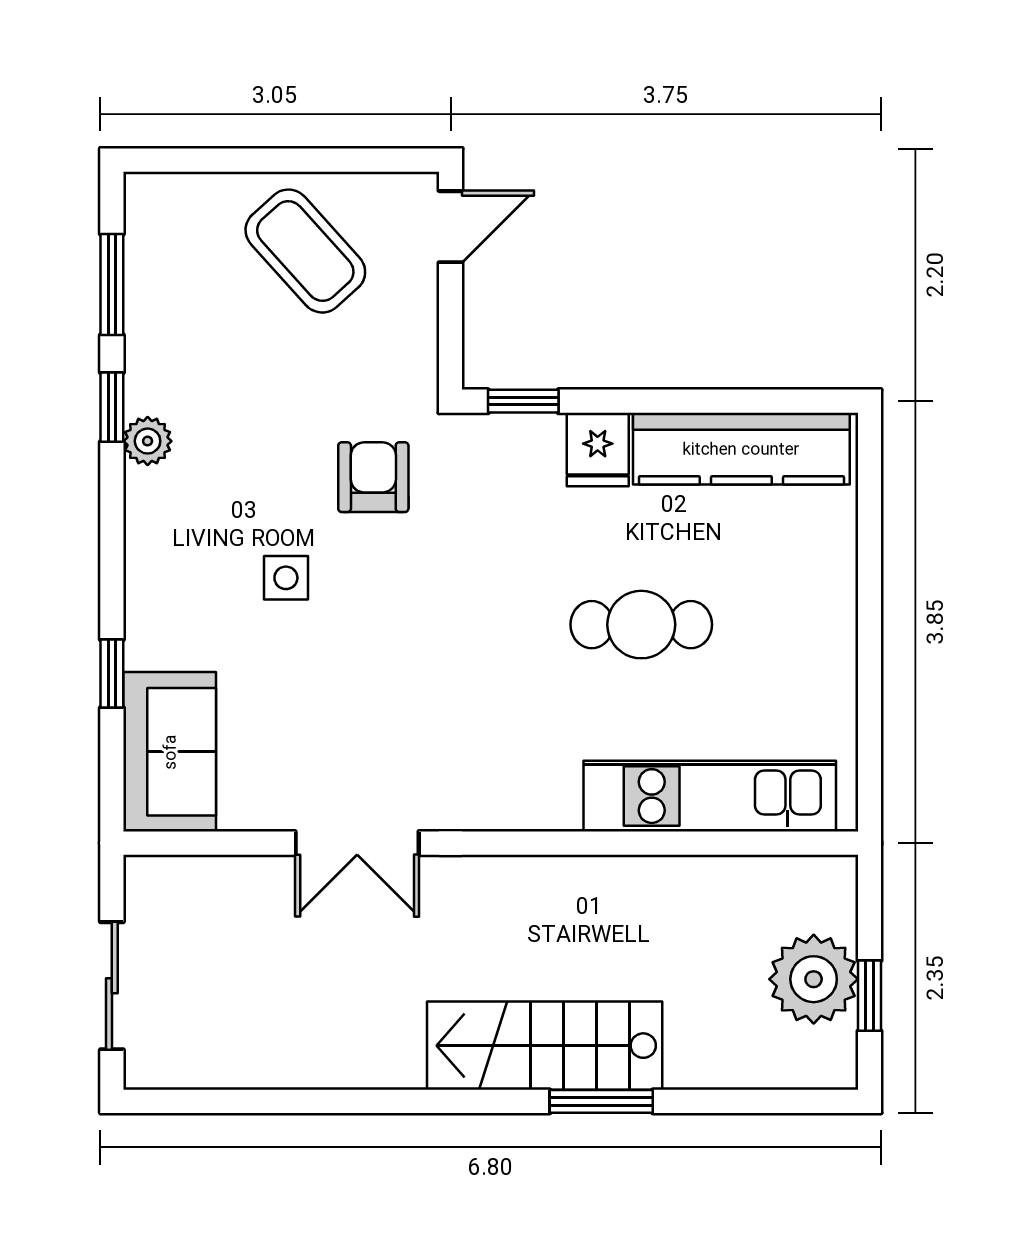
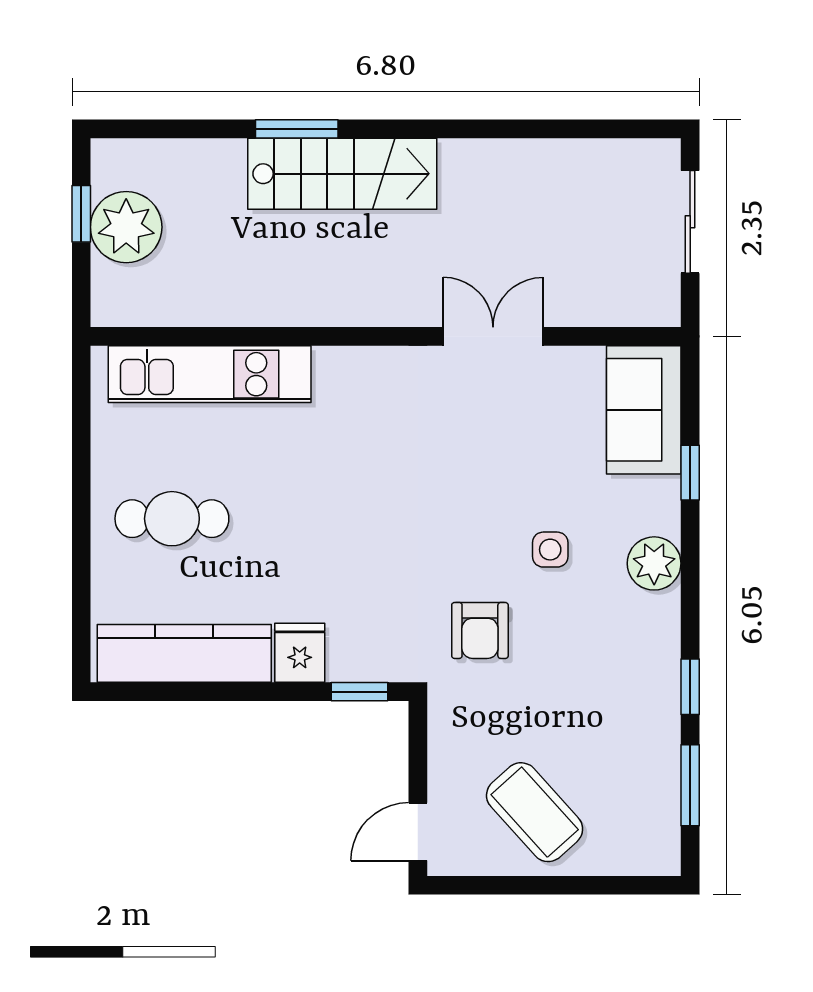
plant: (148, 441) -> (654, 563), moved, width x1.38, depth x1.38
cafe table: (641, 625) -> (172, 519), moved

